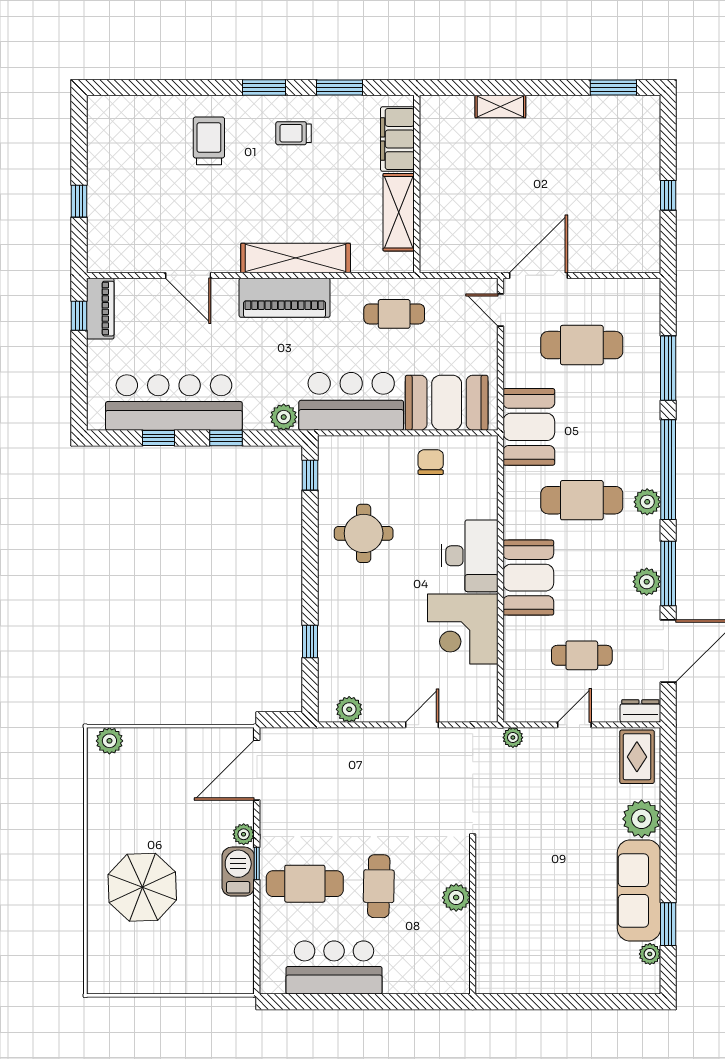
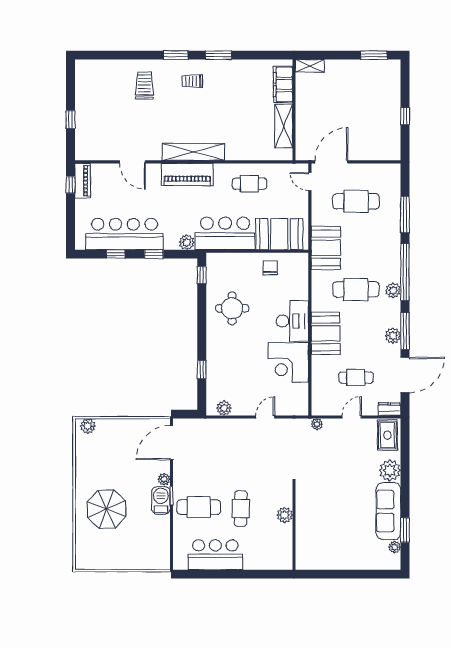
filing cabinet: (397, 139) -> (283, 84), moved
wall: (417, 184) -> (294, 110), moved
shelving: (399, 212) -> (284, 126), moved

